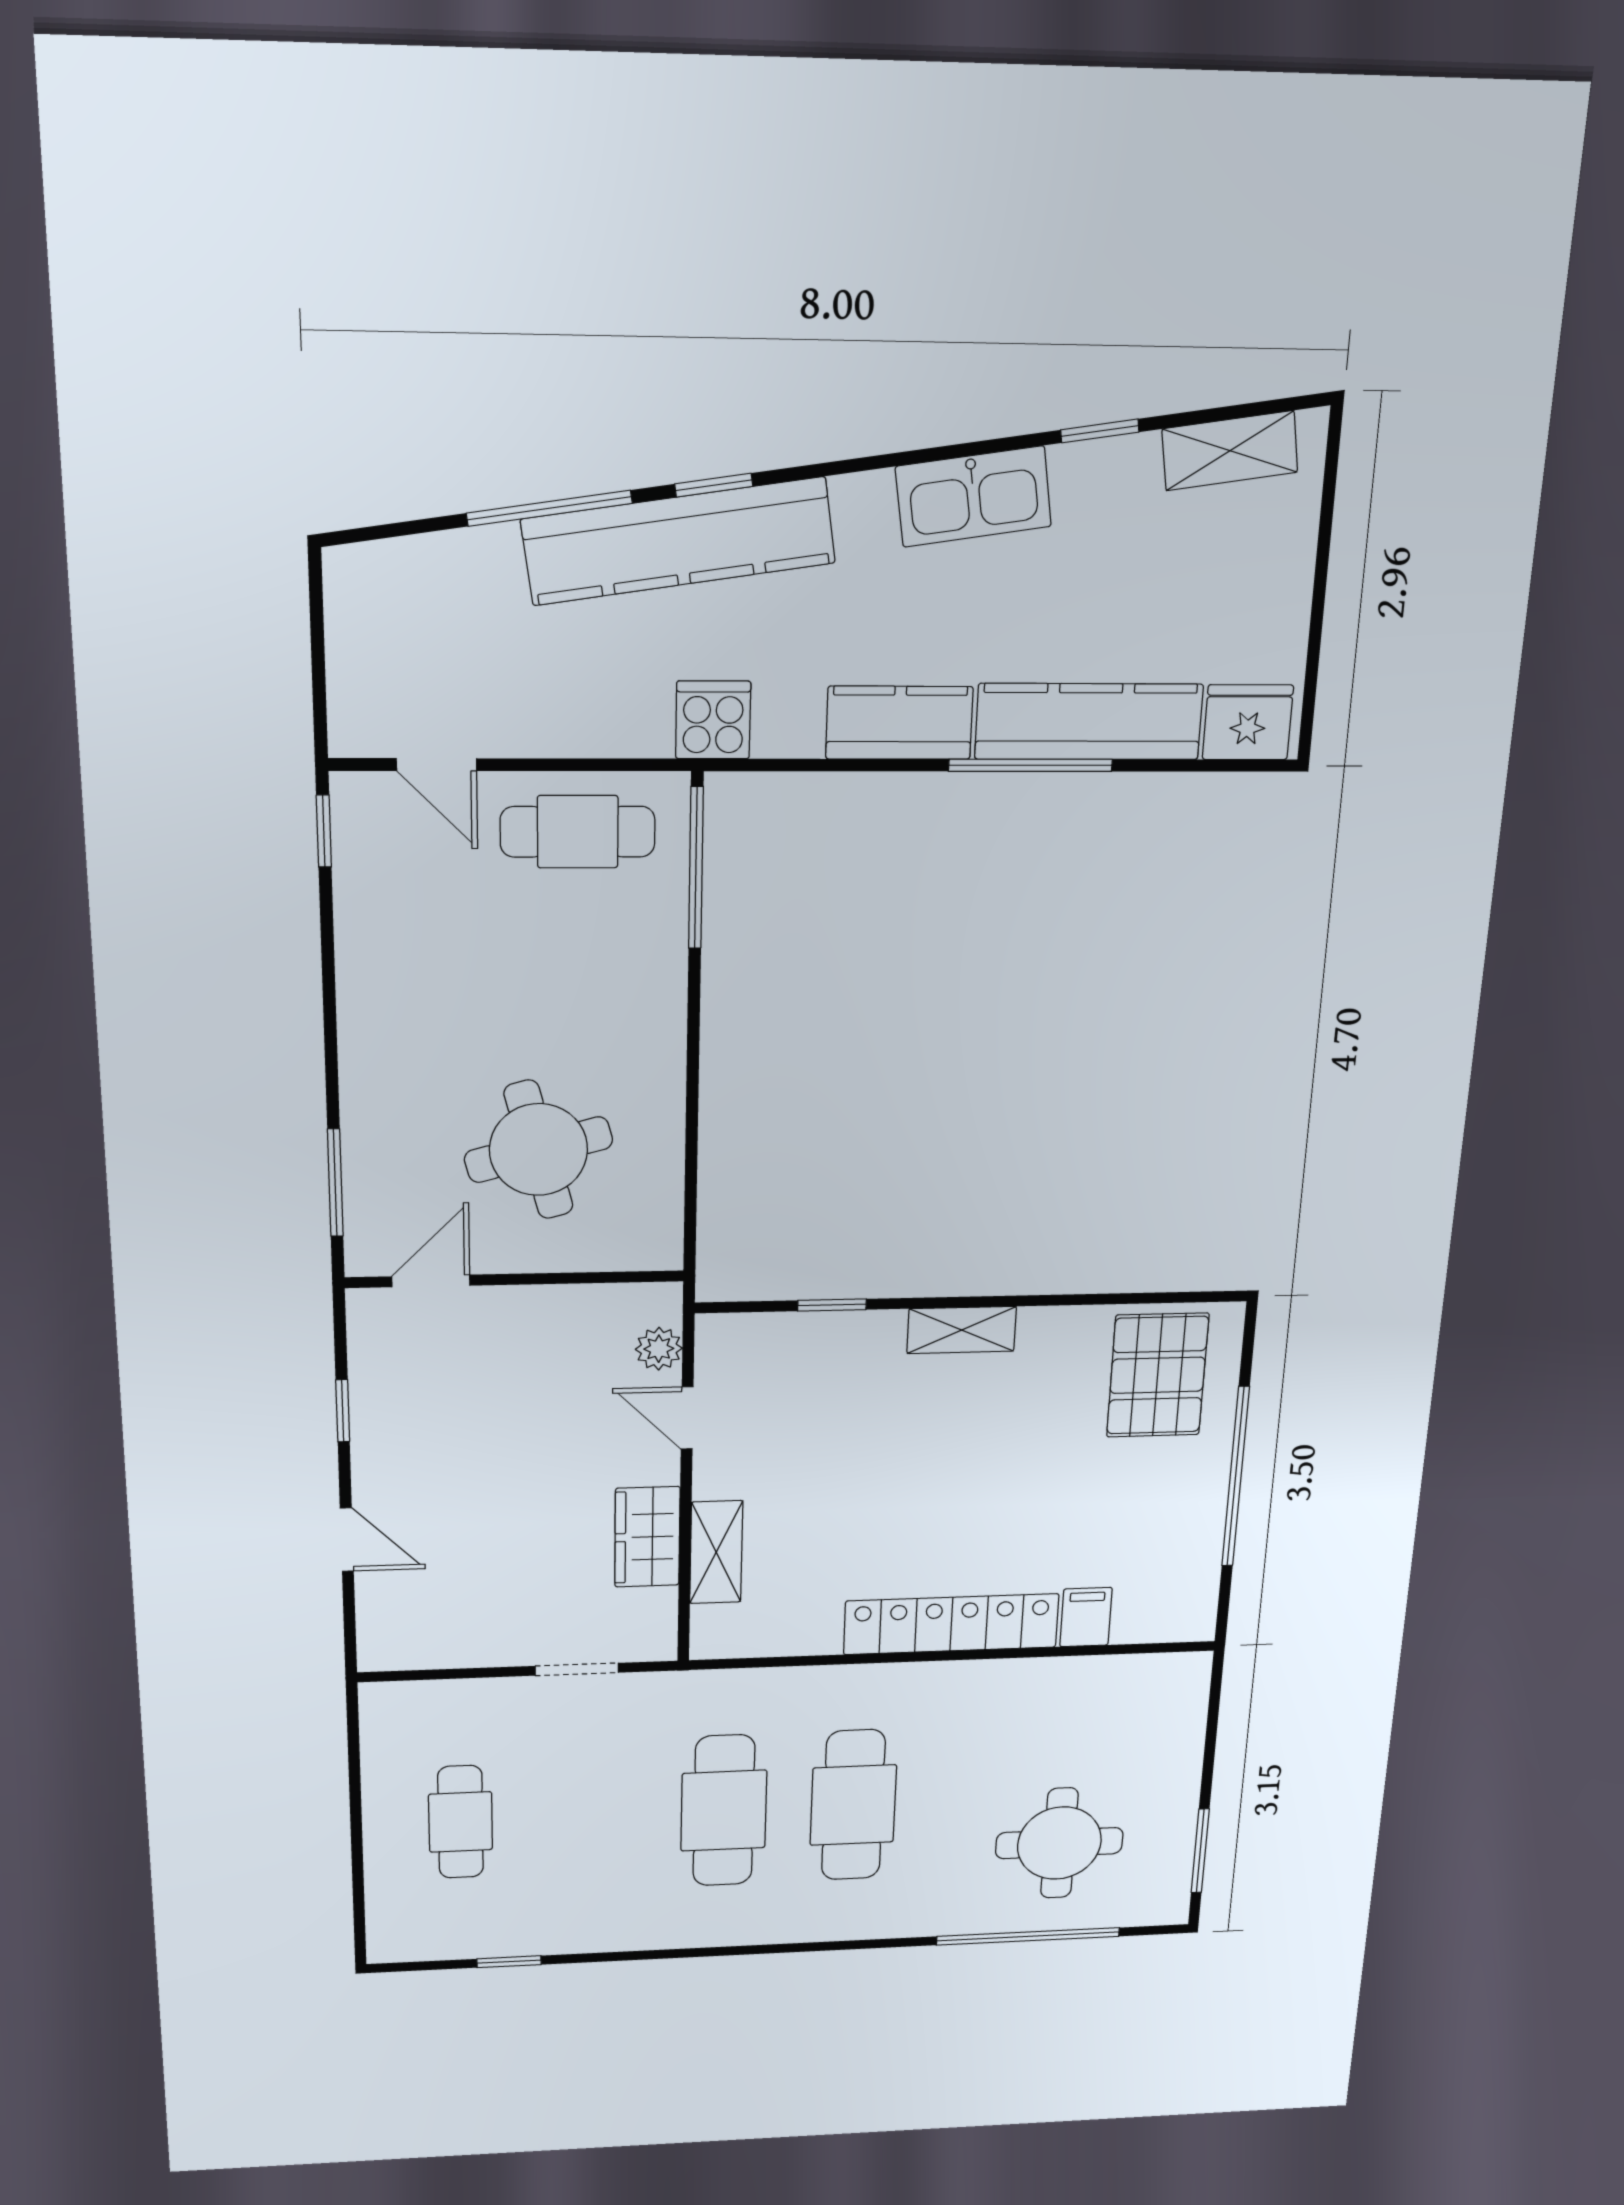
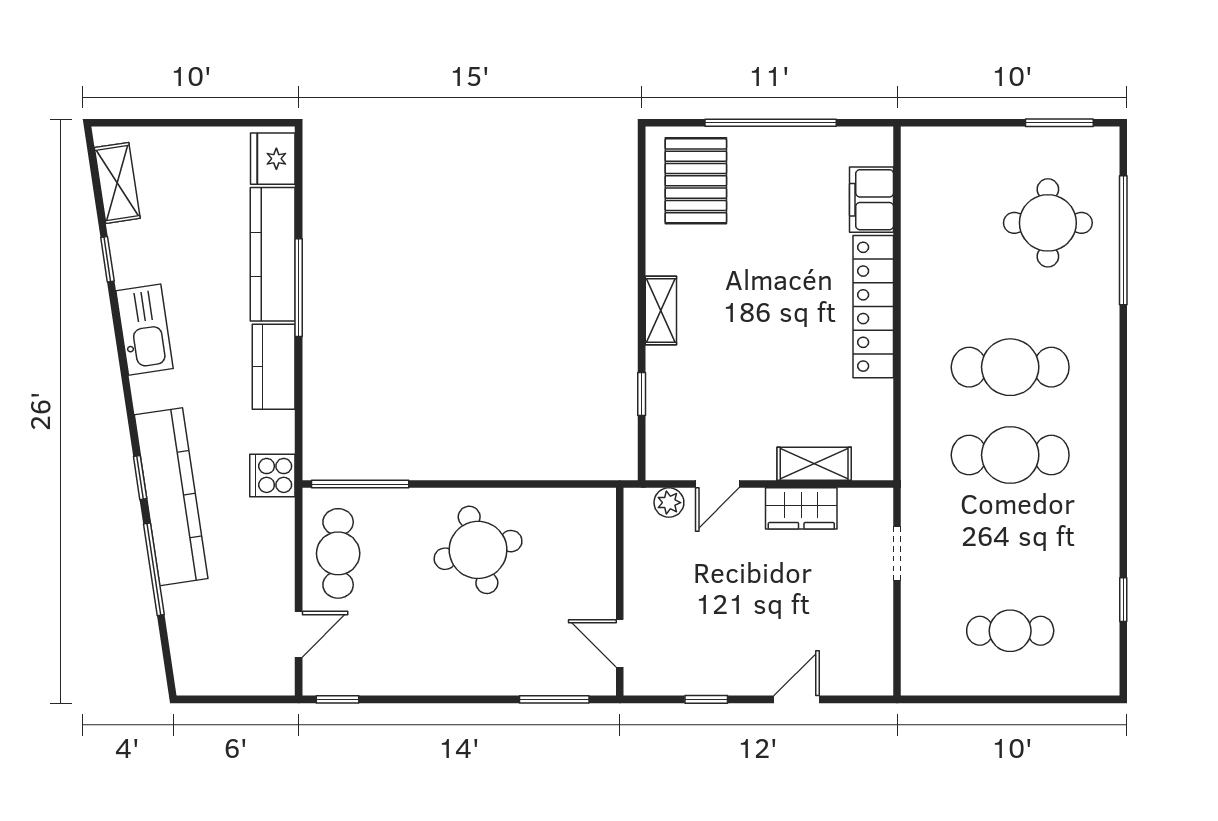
round table: (539, 1150) -> (478, 550), moved
pallet: (1158, 1375) -> (696, 181), turned 90
filing cabinet: (1086, 1617) -> (872, 200), width x2.00

